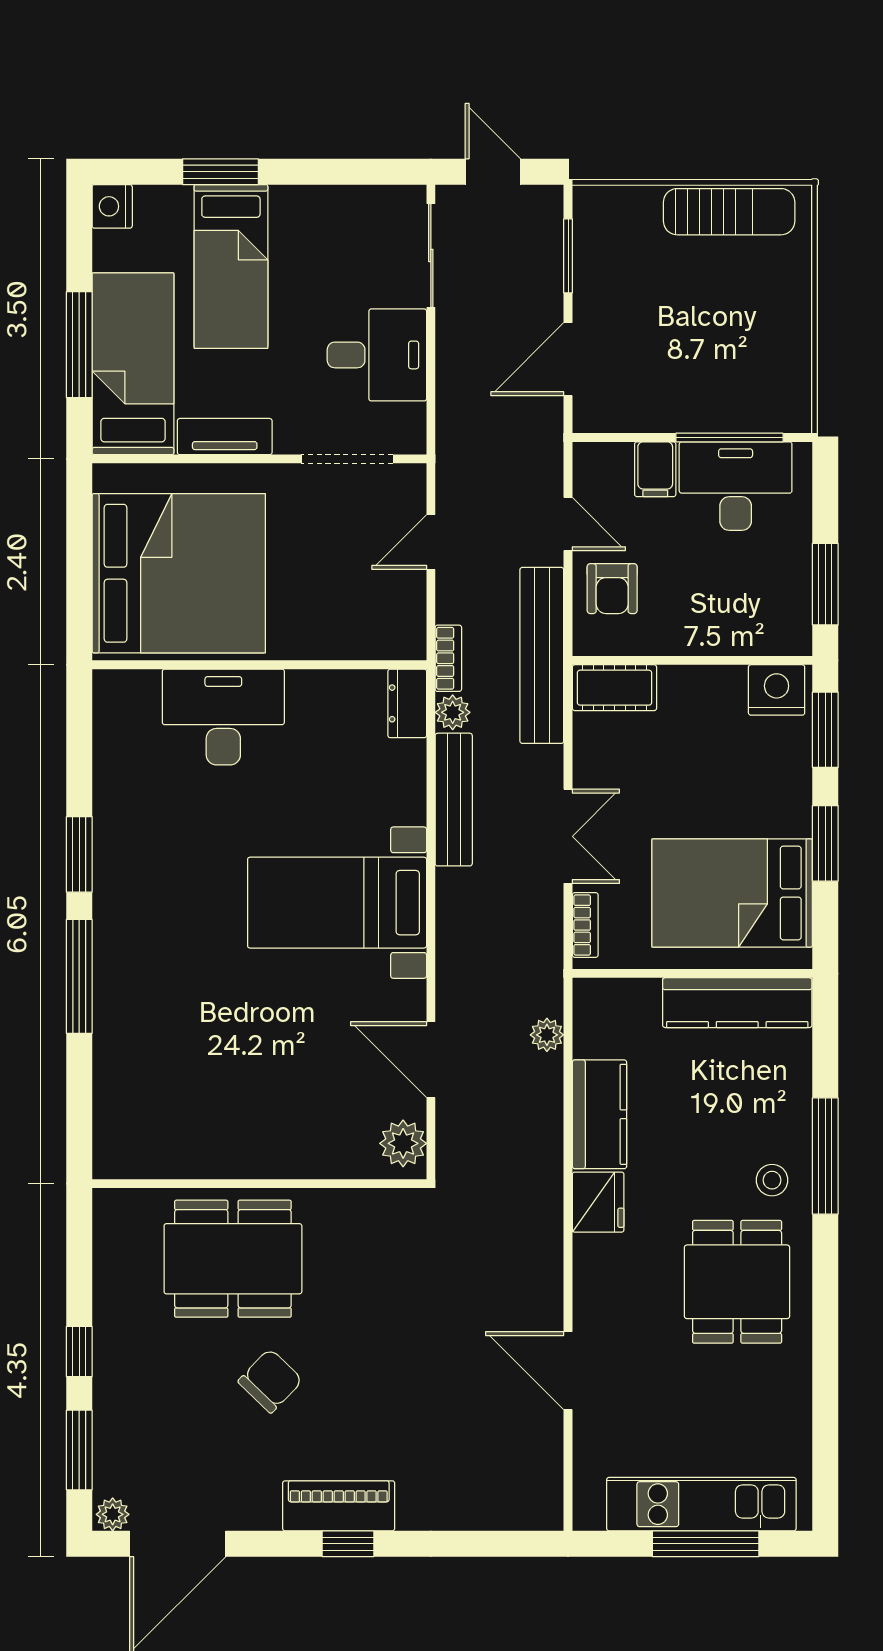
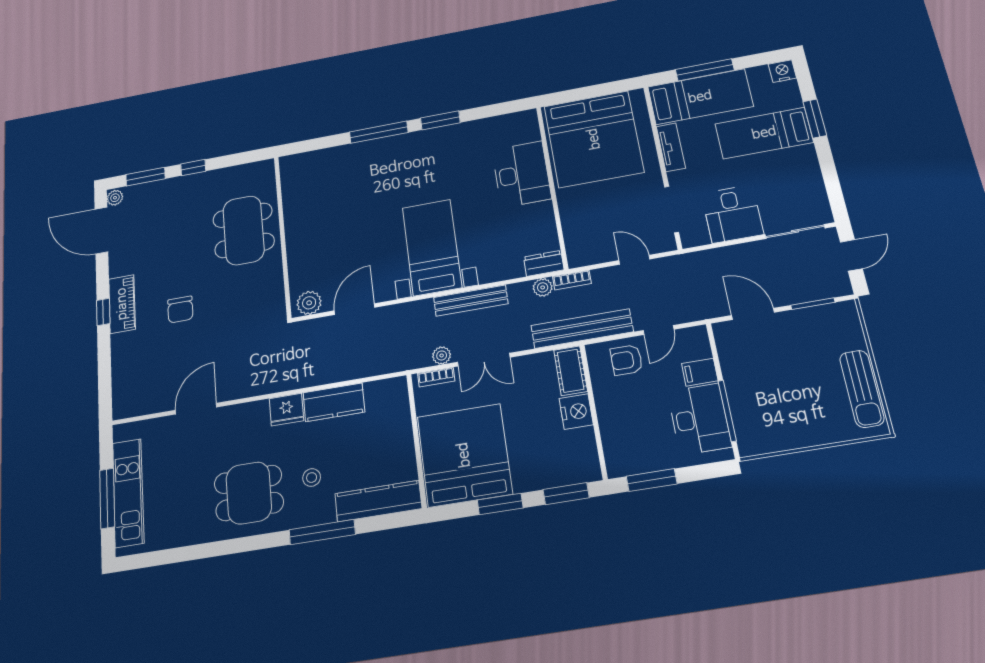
nightstand: (777, 690) -> (576, 412), moved
bench: (454, 800) -> (471, 301), moved
bed: (732, 893) -> (464, 455), width x1.36
kitchen counter: (737, 1003) -> (378, 501), moved, turned 90
plant: (547, 1035) -> (442, 355), moved
stool: (772, 1180) -> (312, 478), moved
chair: (270, 1381) -> (180, 310), moved, turned 46

